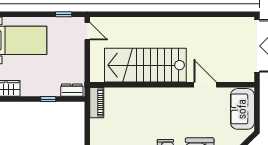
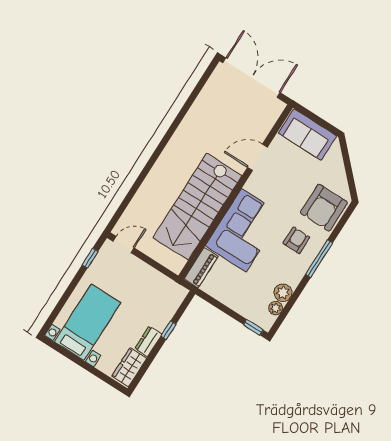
dresser: (72, 90) -> (148, 341), moved
piano: (97, 103) -> (201, 267), moved, turned 90
corner sofa: (149, 107) -> (244, 230), added

